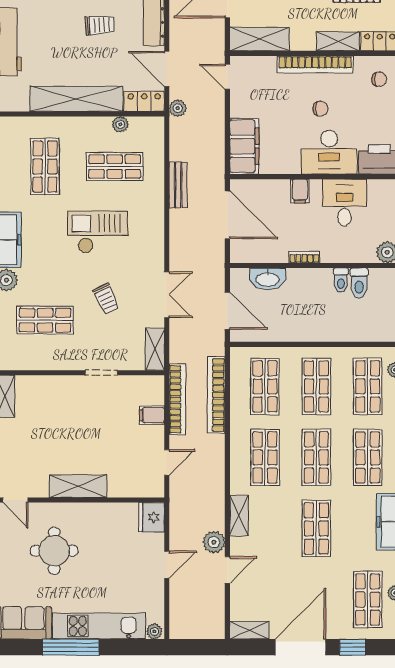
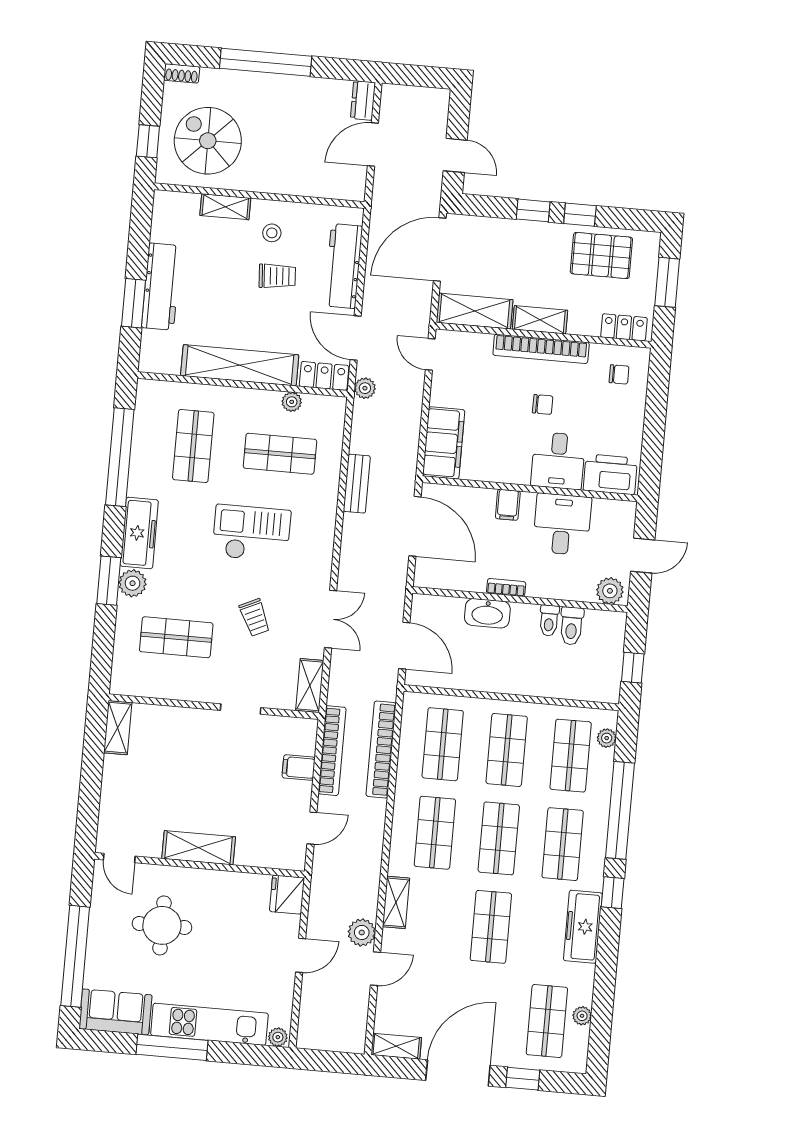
shelving: (338, 41) -> (540, 320), moved
desk: (329, 152) -> (558, 461), width x0.73
washbasin: (268, 279) -> (487, 613), moved

